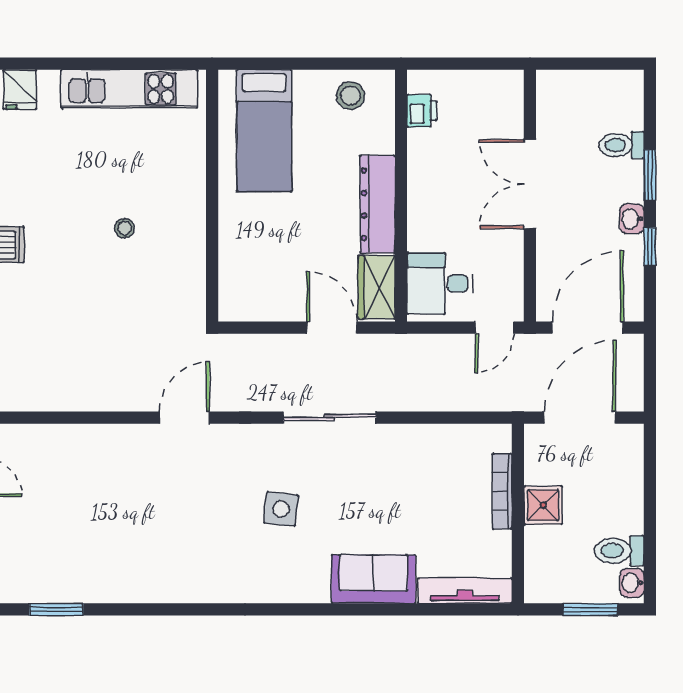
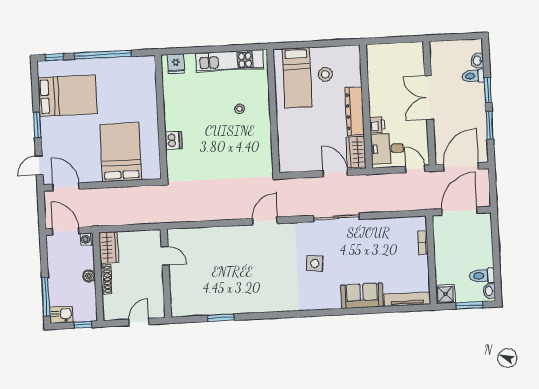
stool: (350, 96) -> (325, 74), moved
printer: (422, 111) -> (377, 125), moved
washbasin: (632, 219) -> (477, 61), moved
stool: (125, 228) -> (239, 109), moved
window: (650, 247) -> (490, 125), width x1.50
door: (495, 328) -> (415, 169), swing flipped
bookcase: (502, 491) -> (423, 243), width x0.64
shower: (543, 505) -> (445, 294), moved
window: (56, 609) -> (221, 318), moved

